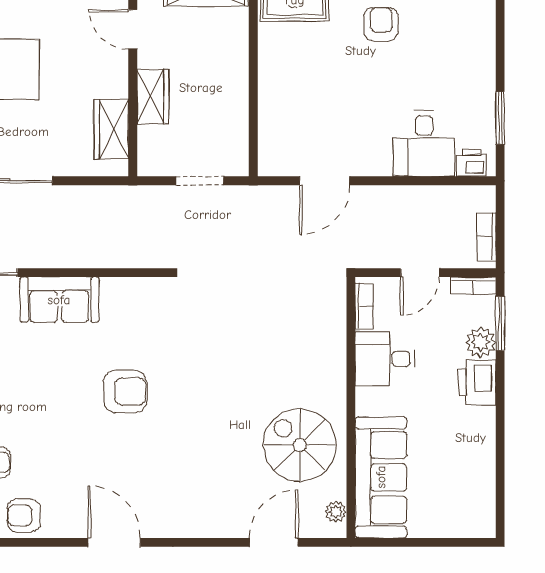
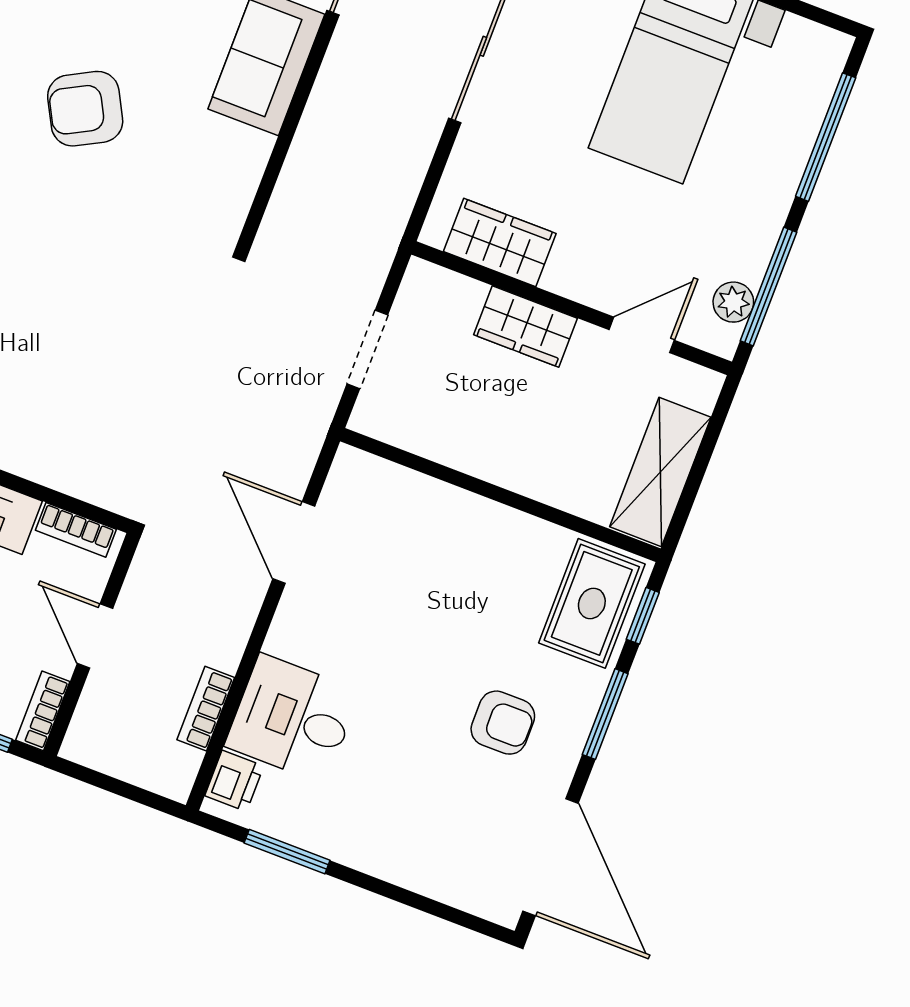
bookcase: (486, 237) -> (206, 709), moved, turned -90
armchair: (125, 392) -> (85, 109), turned 62

